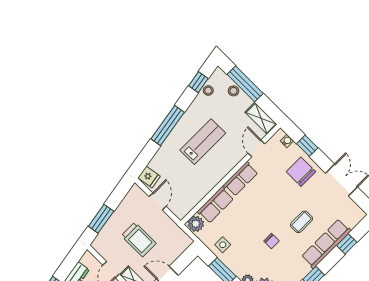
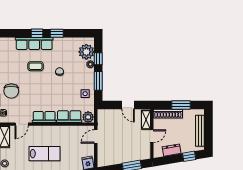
lab bench: (203, 142) -> (44, 154), turned 180
door: (158, 201) -> (96, 136), moved
trolley: (139, 240) -> (124, 137), removed
window: (347, 244) -> (37, 33), moved

